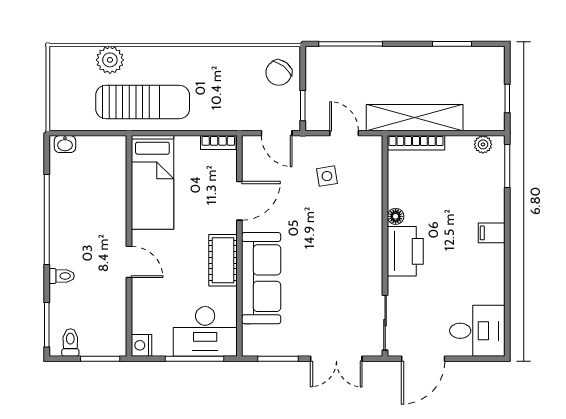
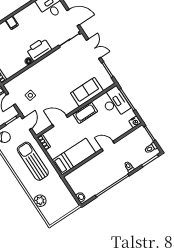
sun lounger: (143, 102) -> (33, 161), moved
door: (129, 262) -> (108, 146), hinge flipped
sofa: (261, 278) -> (87, 92), width x0.73

